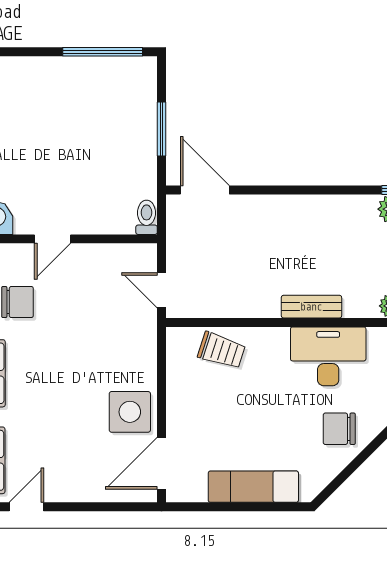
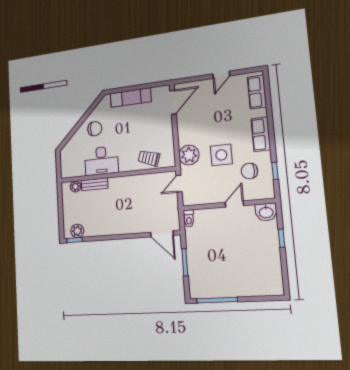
door: (161, 290) -> (179, 184), swing flipped
bench: (311, 307) -> (95, 184), moved
plant: (136, 348) -> (189, 155), added
side table: (130, 412) -> (221, 155), moved
door: (26, 507) -> (221, 75), moved

